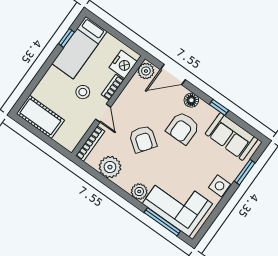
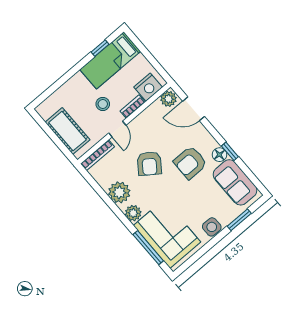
floor lamp: (191, 100) -> (219, 155), moved
cot: (40, 117) -> (67, 131), moved
plant: (110, 167) -> (119, 192), moved

